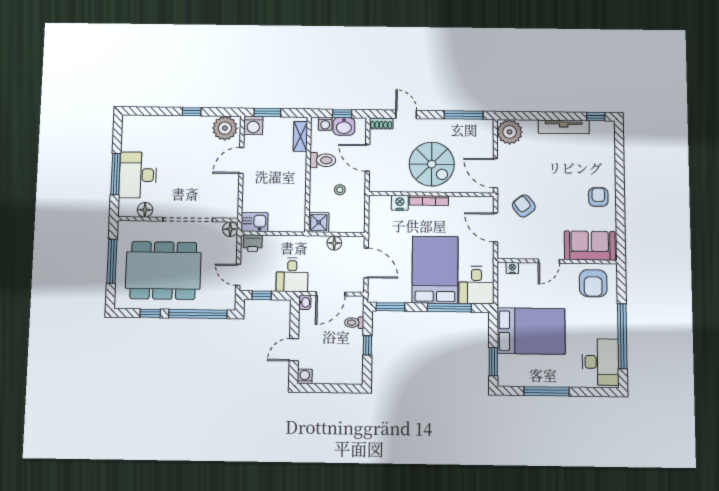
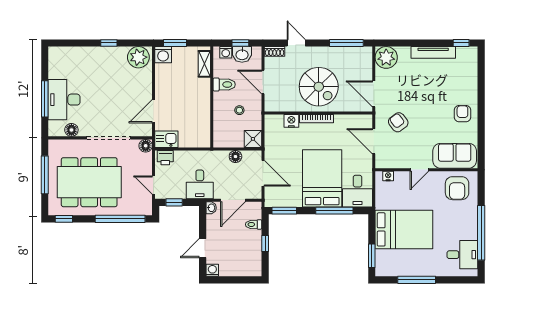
door: (241, 161) -> (154, 111), moved
shower: (319, 222) -> (253, 139), moved
window: (150, 313) -> (64, 219), moved
desk: (600, 362) -> (462, 255), width x0.73

